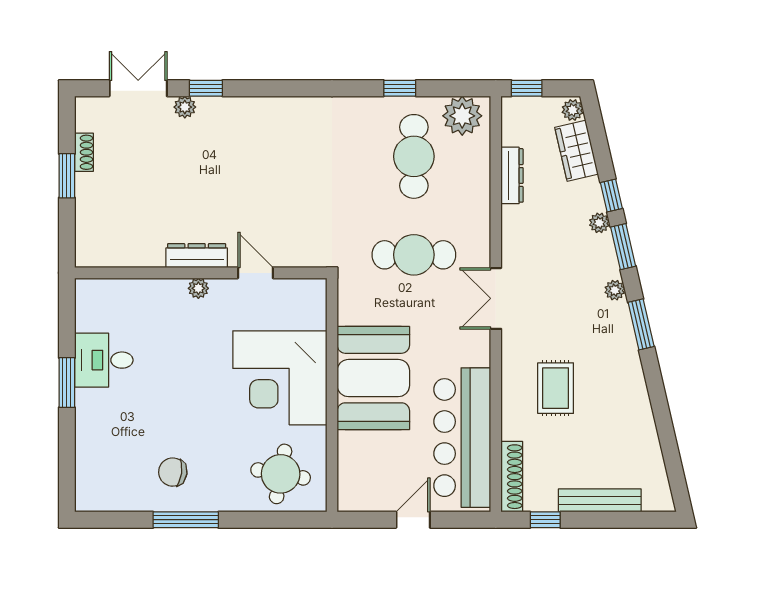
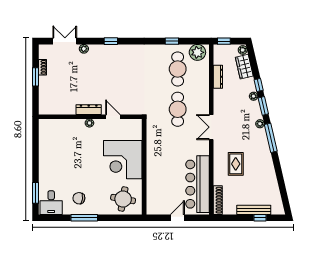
window: (206, 88) -> (111, 41), moved
cafe table: (414, 255) -> (178, 109), turned 90
window: (641, 324) -> (271, 138), width x1.44
desk: (104, 360) -> (51, 203), moved, turned -90
booth: (373, 378) -> (161, 160), removed
window: (67, 383) -> (36, 193), moved
window: (545, 520) -> (260, 218), moved

